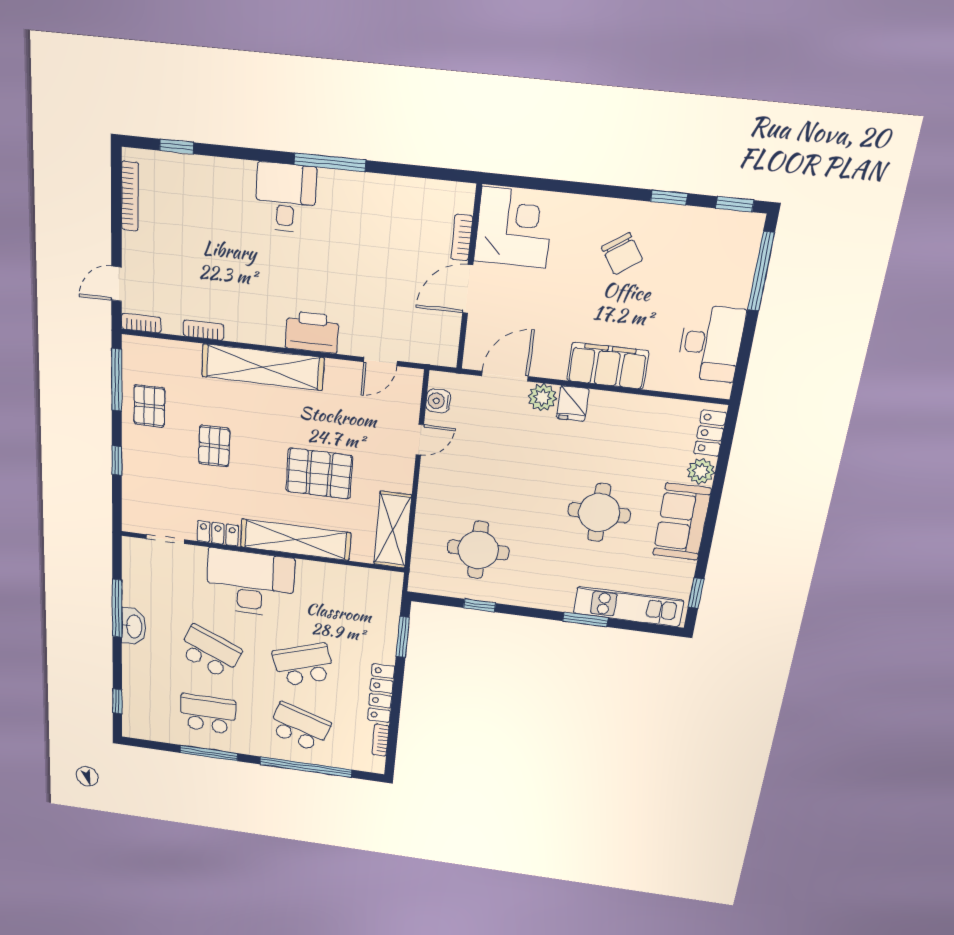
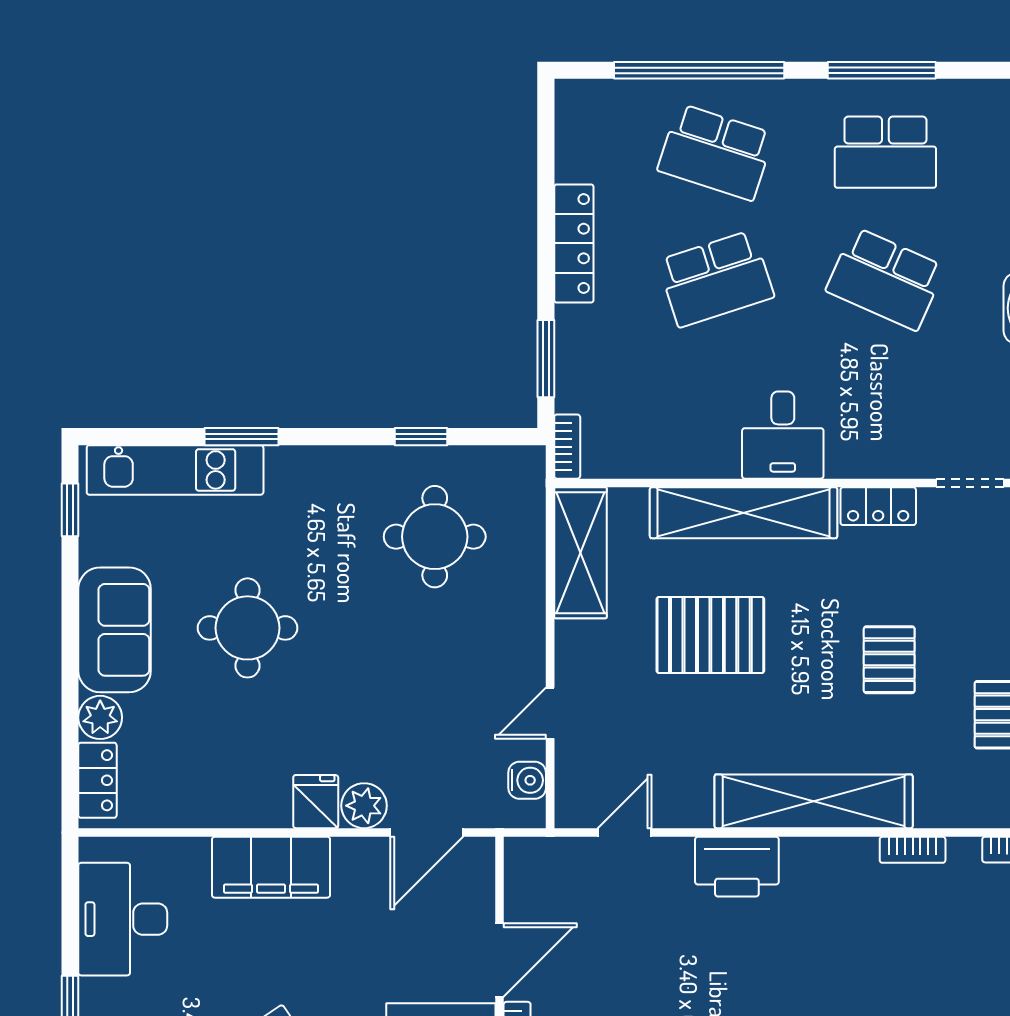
desk: (250, 583) -> (783, 435), width x0.53, depth x0.77
bookcase: (380, 740) -> (567, 447), moved

